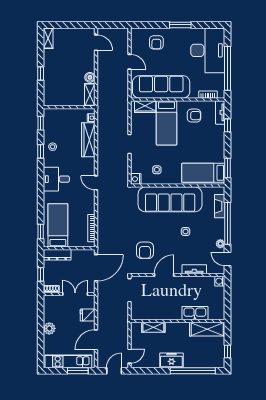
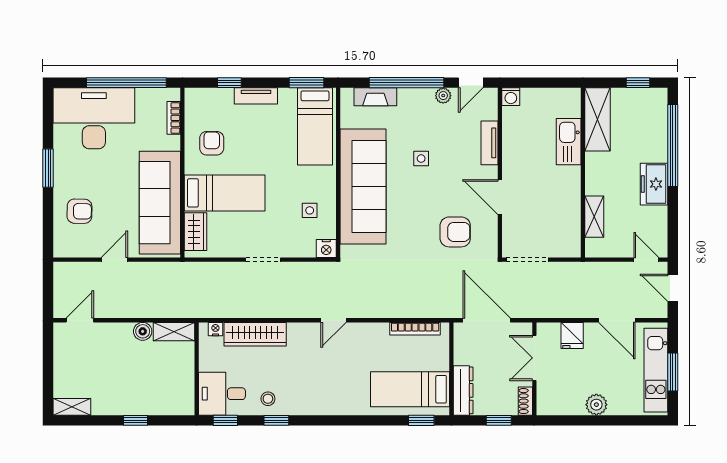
tv unit: (220, 112) -> (256, 96), moved
desk: (56, 179) -> (222, 394), moved, turned 90
window: (78, 371) -> (673, 372), moved

